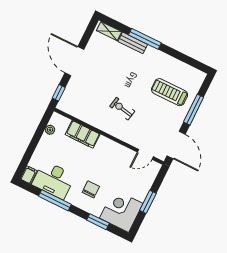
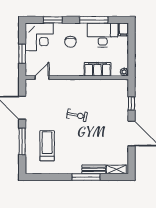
treadmill: (170, 92) -> (47, 146), turned -90
filing cabinet: (83, 134) -> (98, 69), moved
wall: (109, 136) -> (77, 78), moved
door: (145, 154) -> (42, 78), moved

